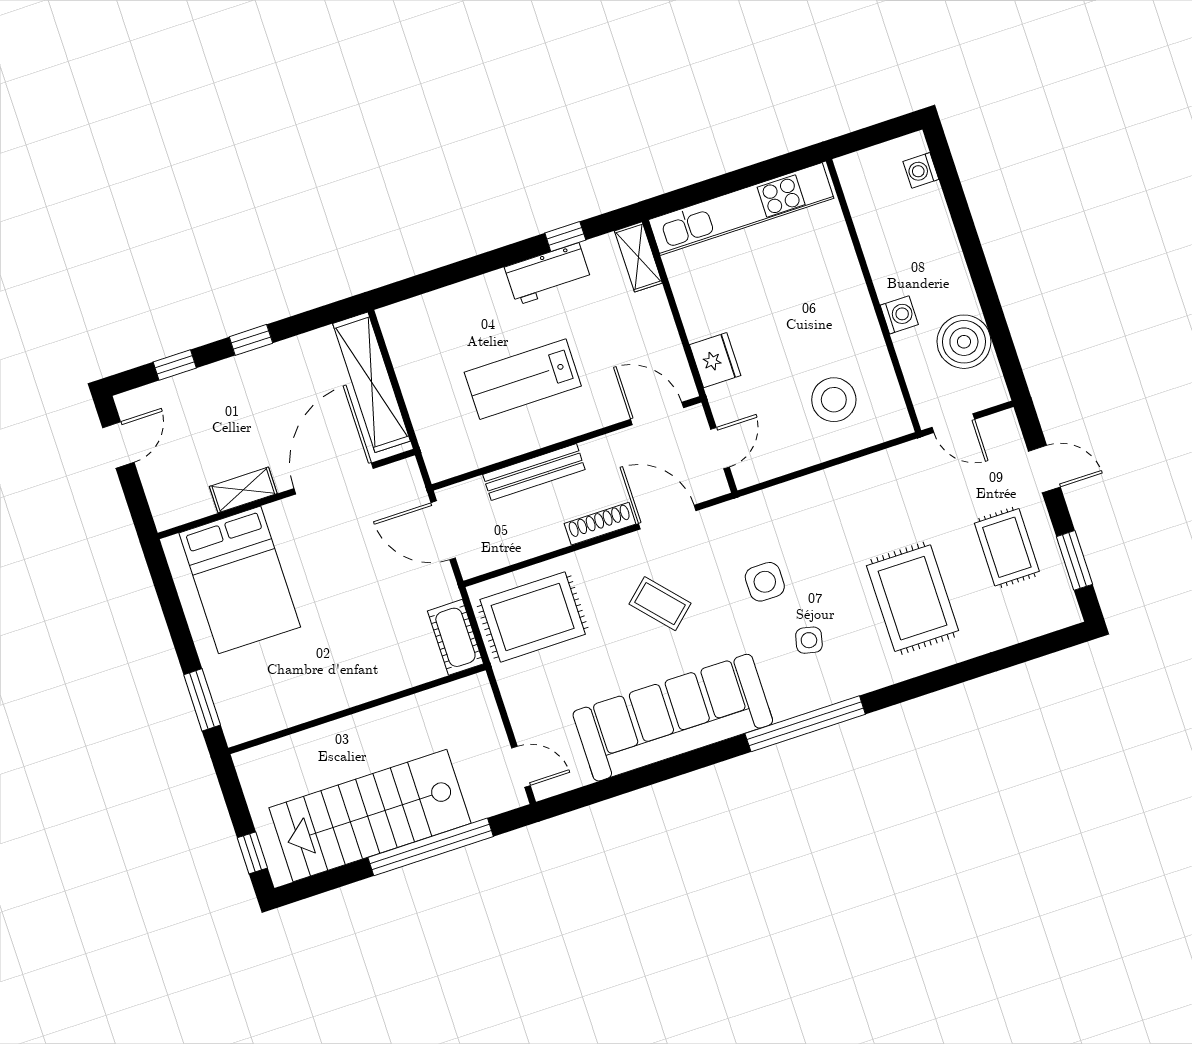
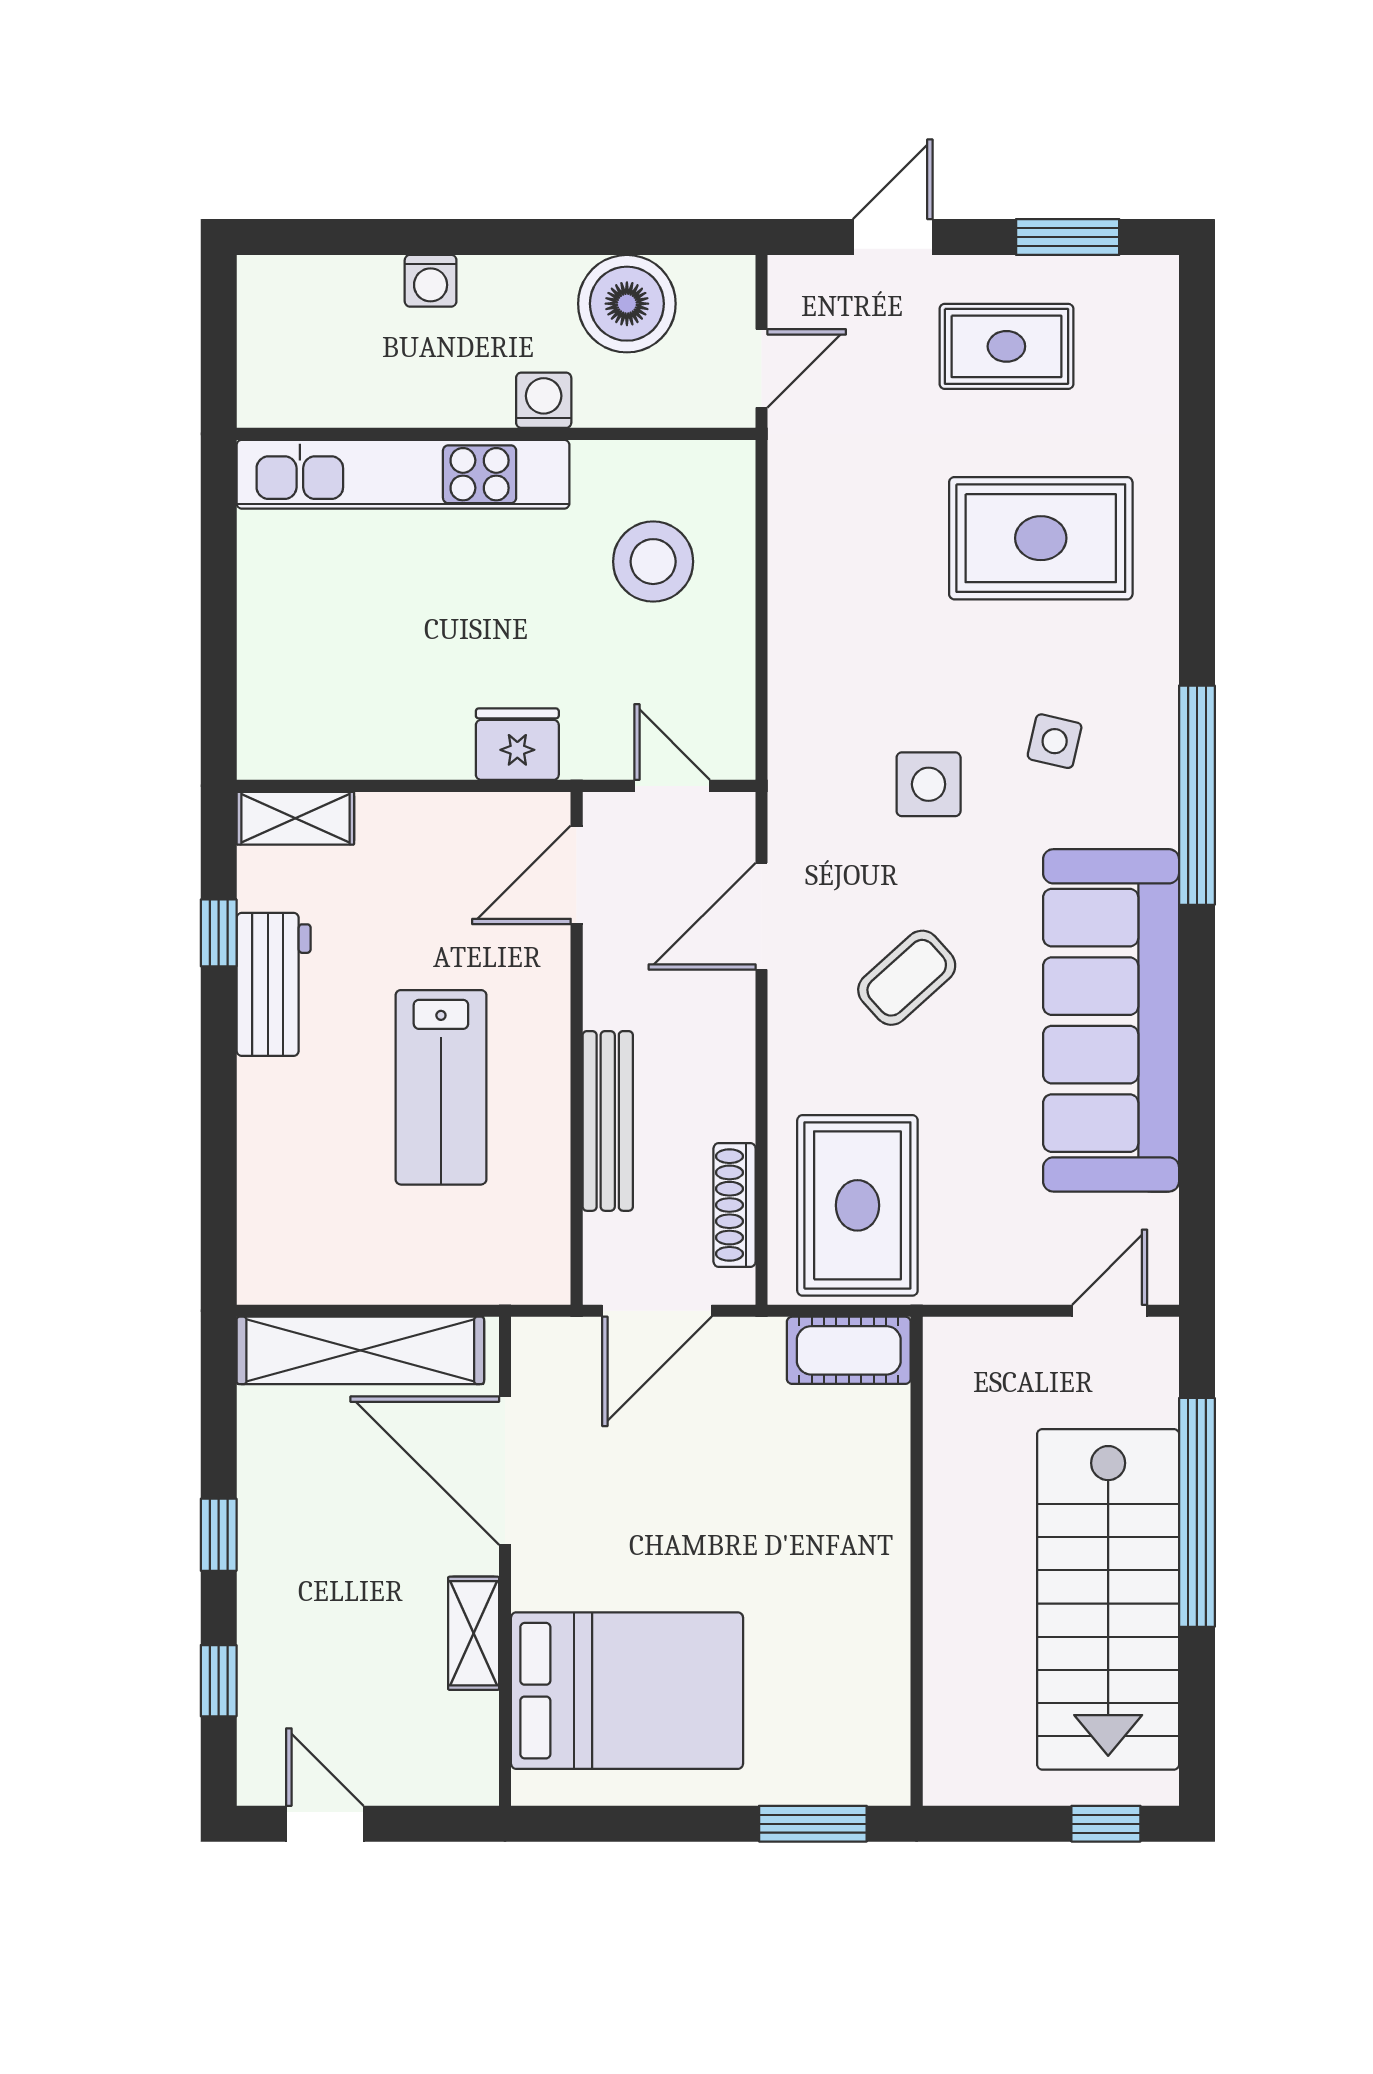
washing machine: (921, 170) -> (431, 281), moved
kitchen unit: (741, 209) -> (403, 474), moved, turned 90
shoe rack: (600, 524) -> (735, 1205), moved

